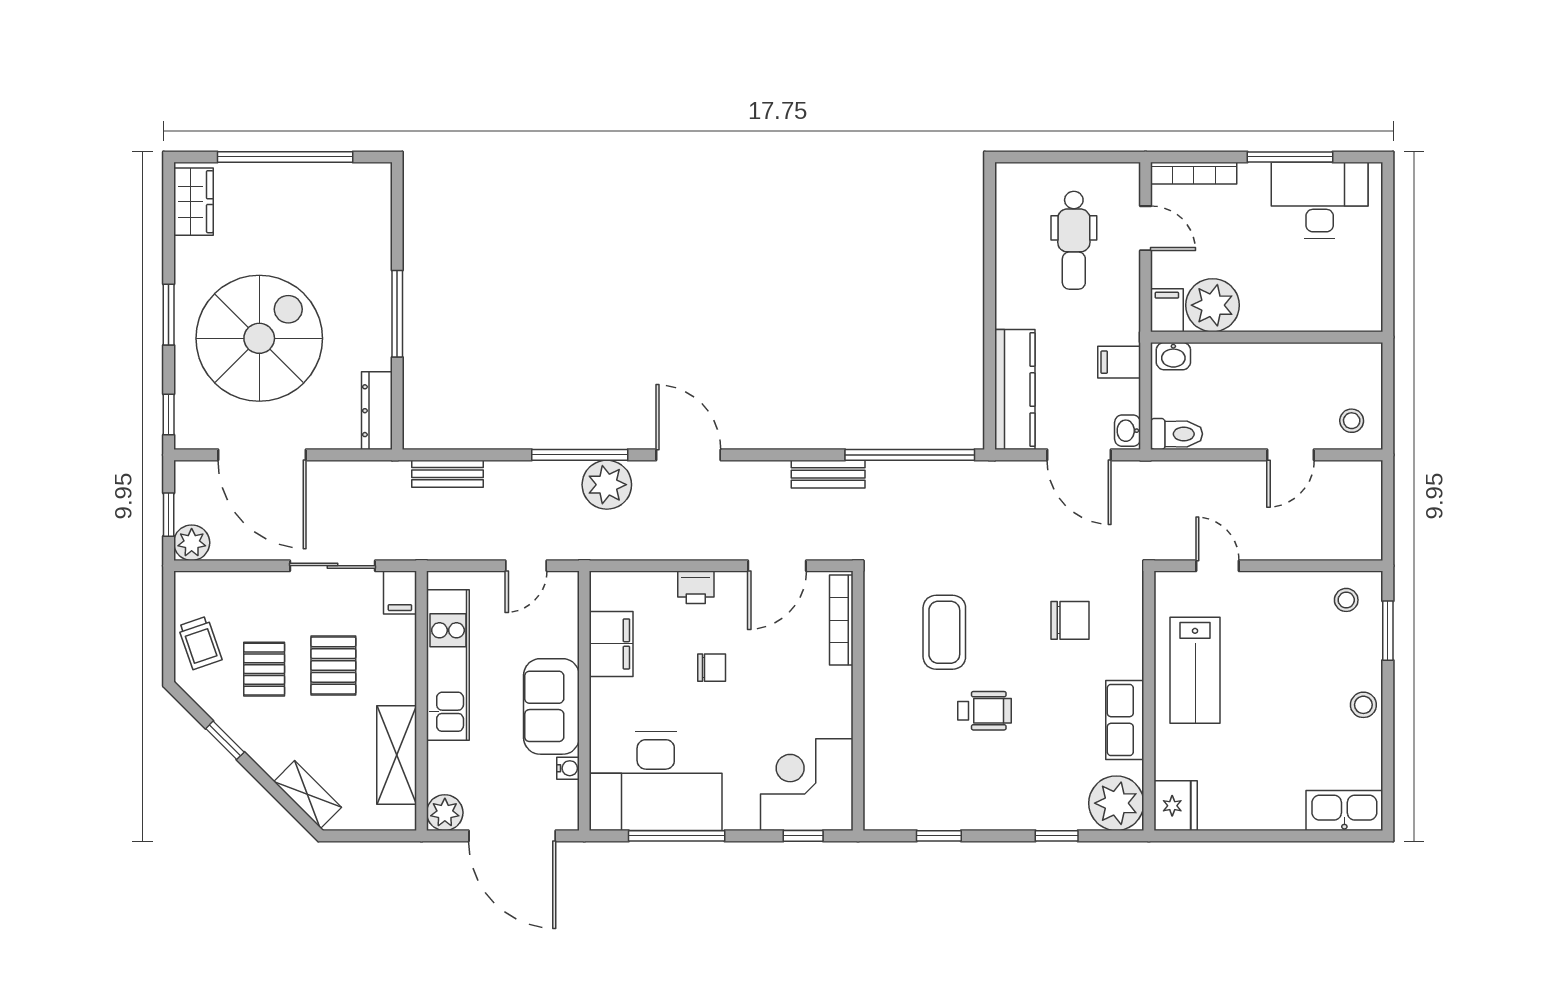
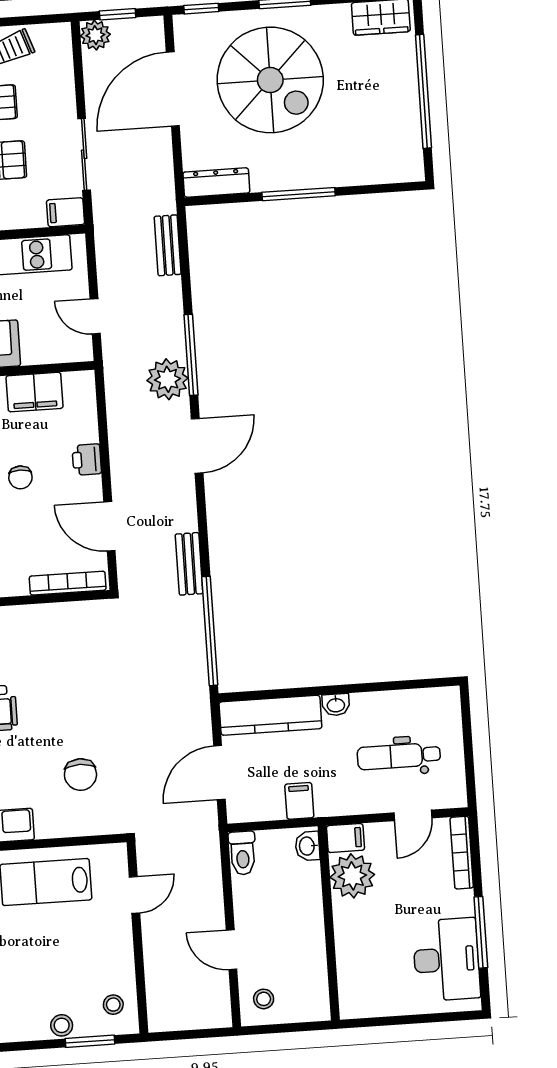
washbasin: (1127, 431) -> (336, 705), moved, turned 180
coffee table: (944, 632) -> (63, 670), removed
stool: (1363, 705) -> (62, 1025), moved

